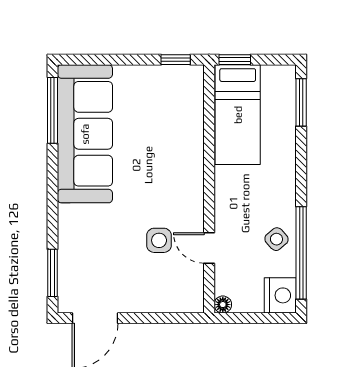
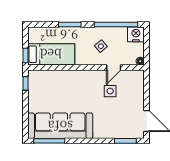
window: (301, 102) -> (70, 24), moved
side table: (276, 239) -> (101, 46), moved

